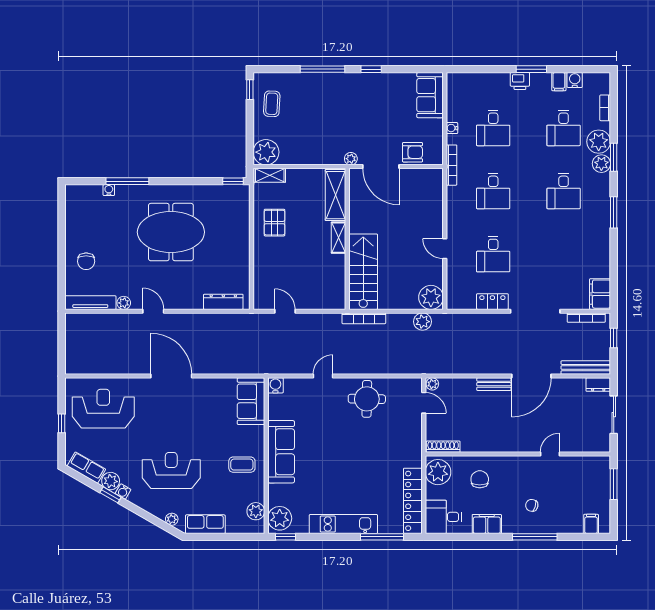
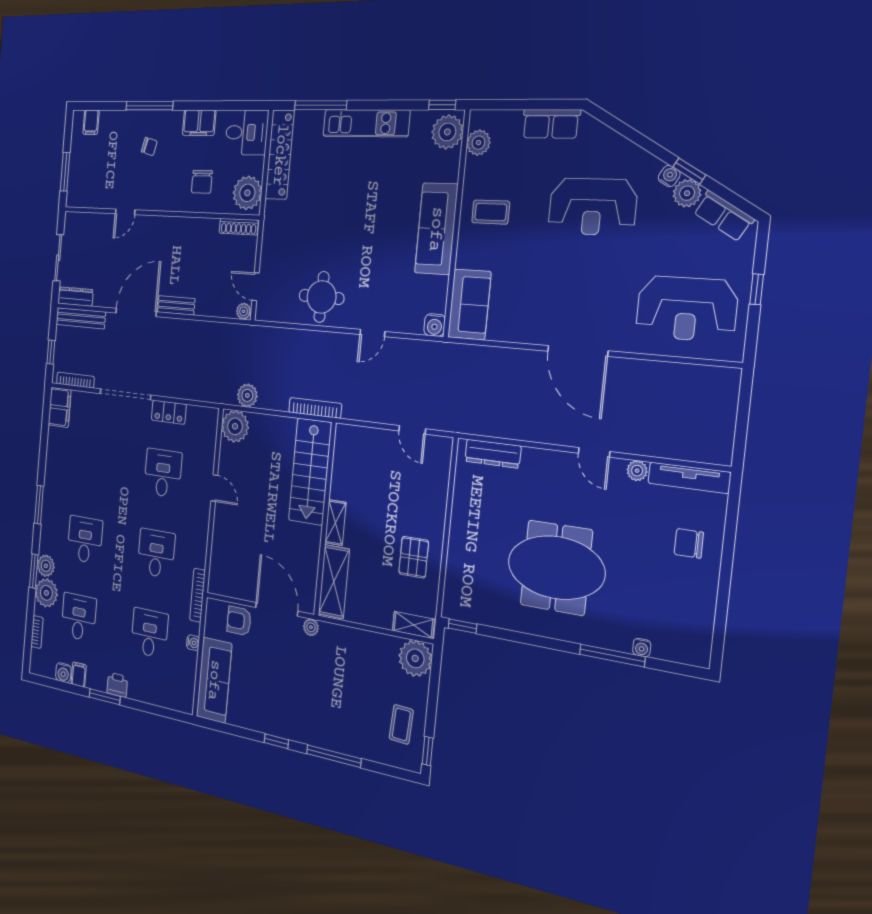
sofa: (430, 95) -> (214, 680), width x1.36
chair: (86, 261) -> (689, 543), turned -90
dresser: (598, 385) -> (75, 297), width x1.44
plant: (172, 519) -> (599, 132), removed

